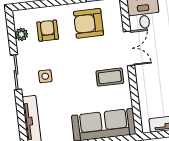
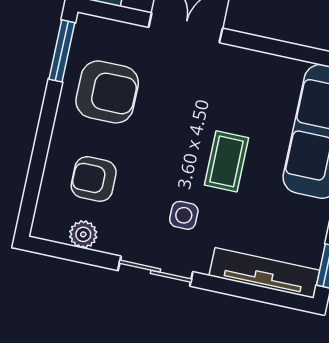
armchair: (89, 23) -> (107, 92), turned -90
coffee table: (110, 77) -> (227, 161), moved

